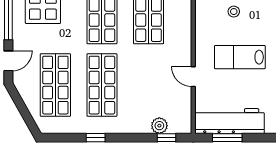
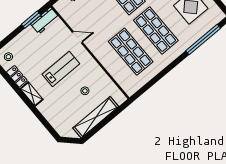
workbench: (229, 121) -> (45, 21), width x0.53, depth x0.76

